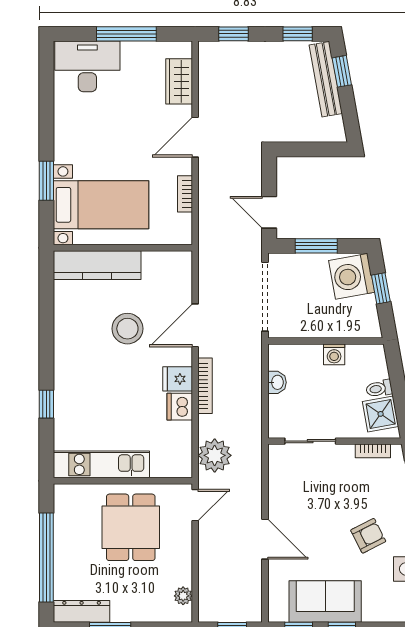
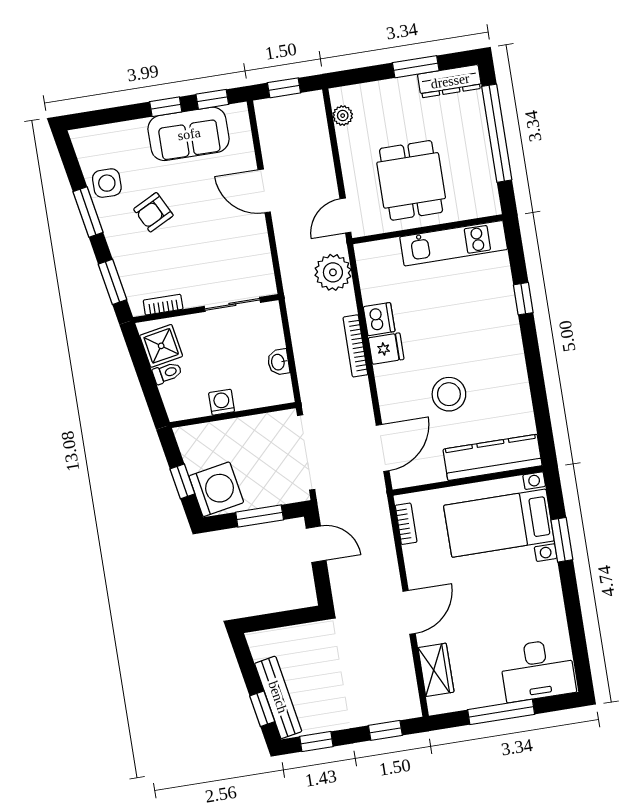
bookcase: (185, 194) -> (406, 524), moved
door: (195, 325) -> (383, 448), moved

